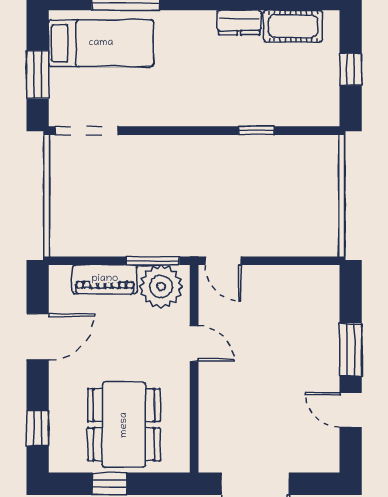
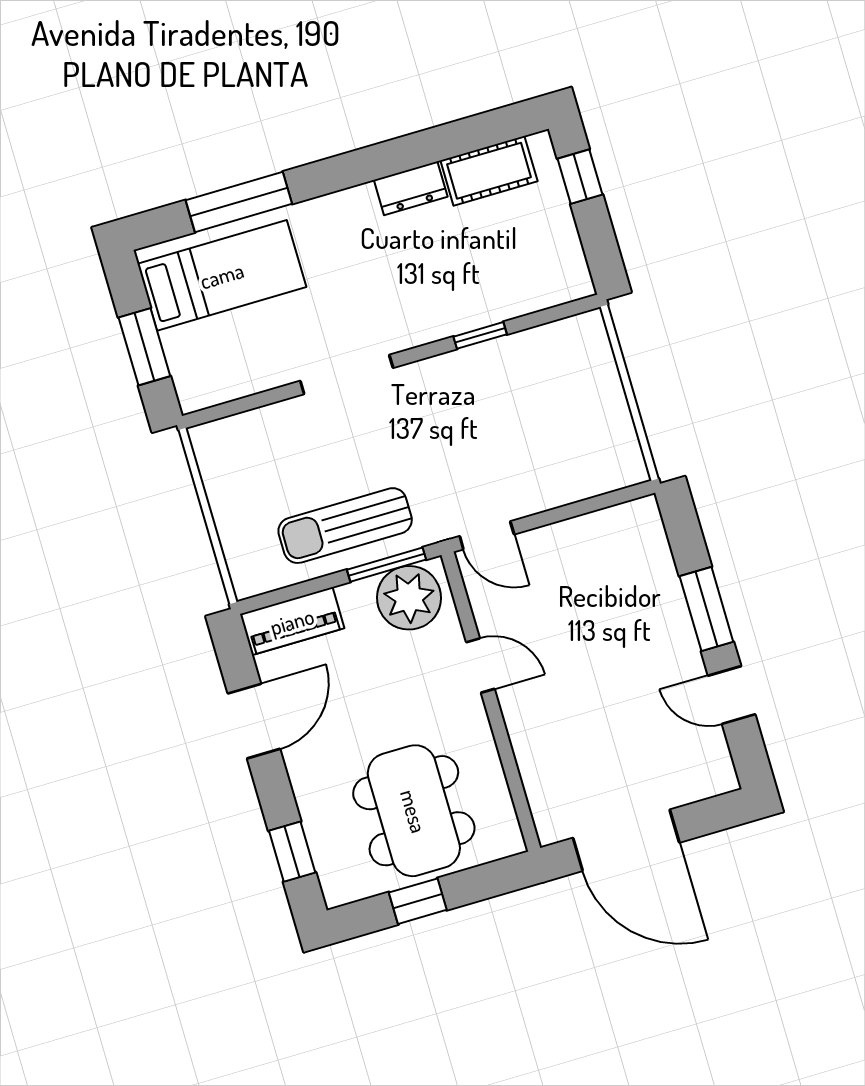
window: (351, 69) -> (580, 177), moved
doorway: (86, 131) -> (347, 374), moved
sun lounger: (133, 228) -> (345, 526), added
piano: (105, 279) -> (292, 621), moved

